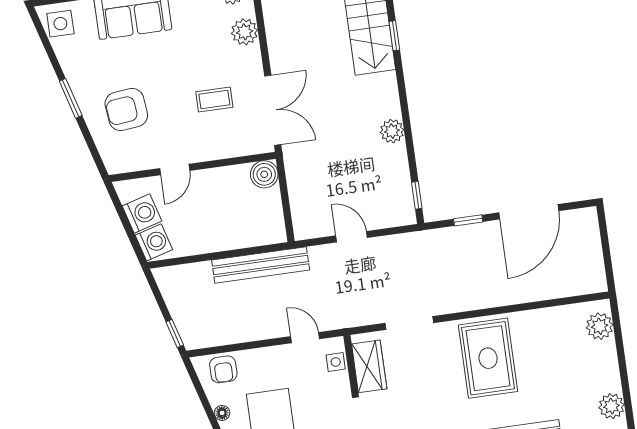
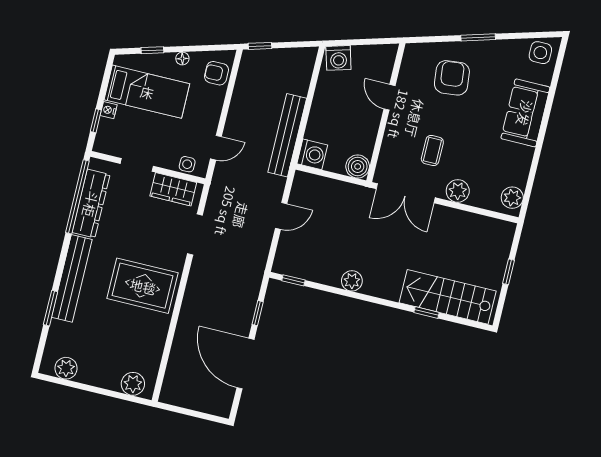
plant: (245, 32) -> (458, 191), moved
washing machine: (142, 214) -> (312, 154), moved, turned -74

